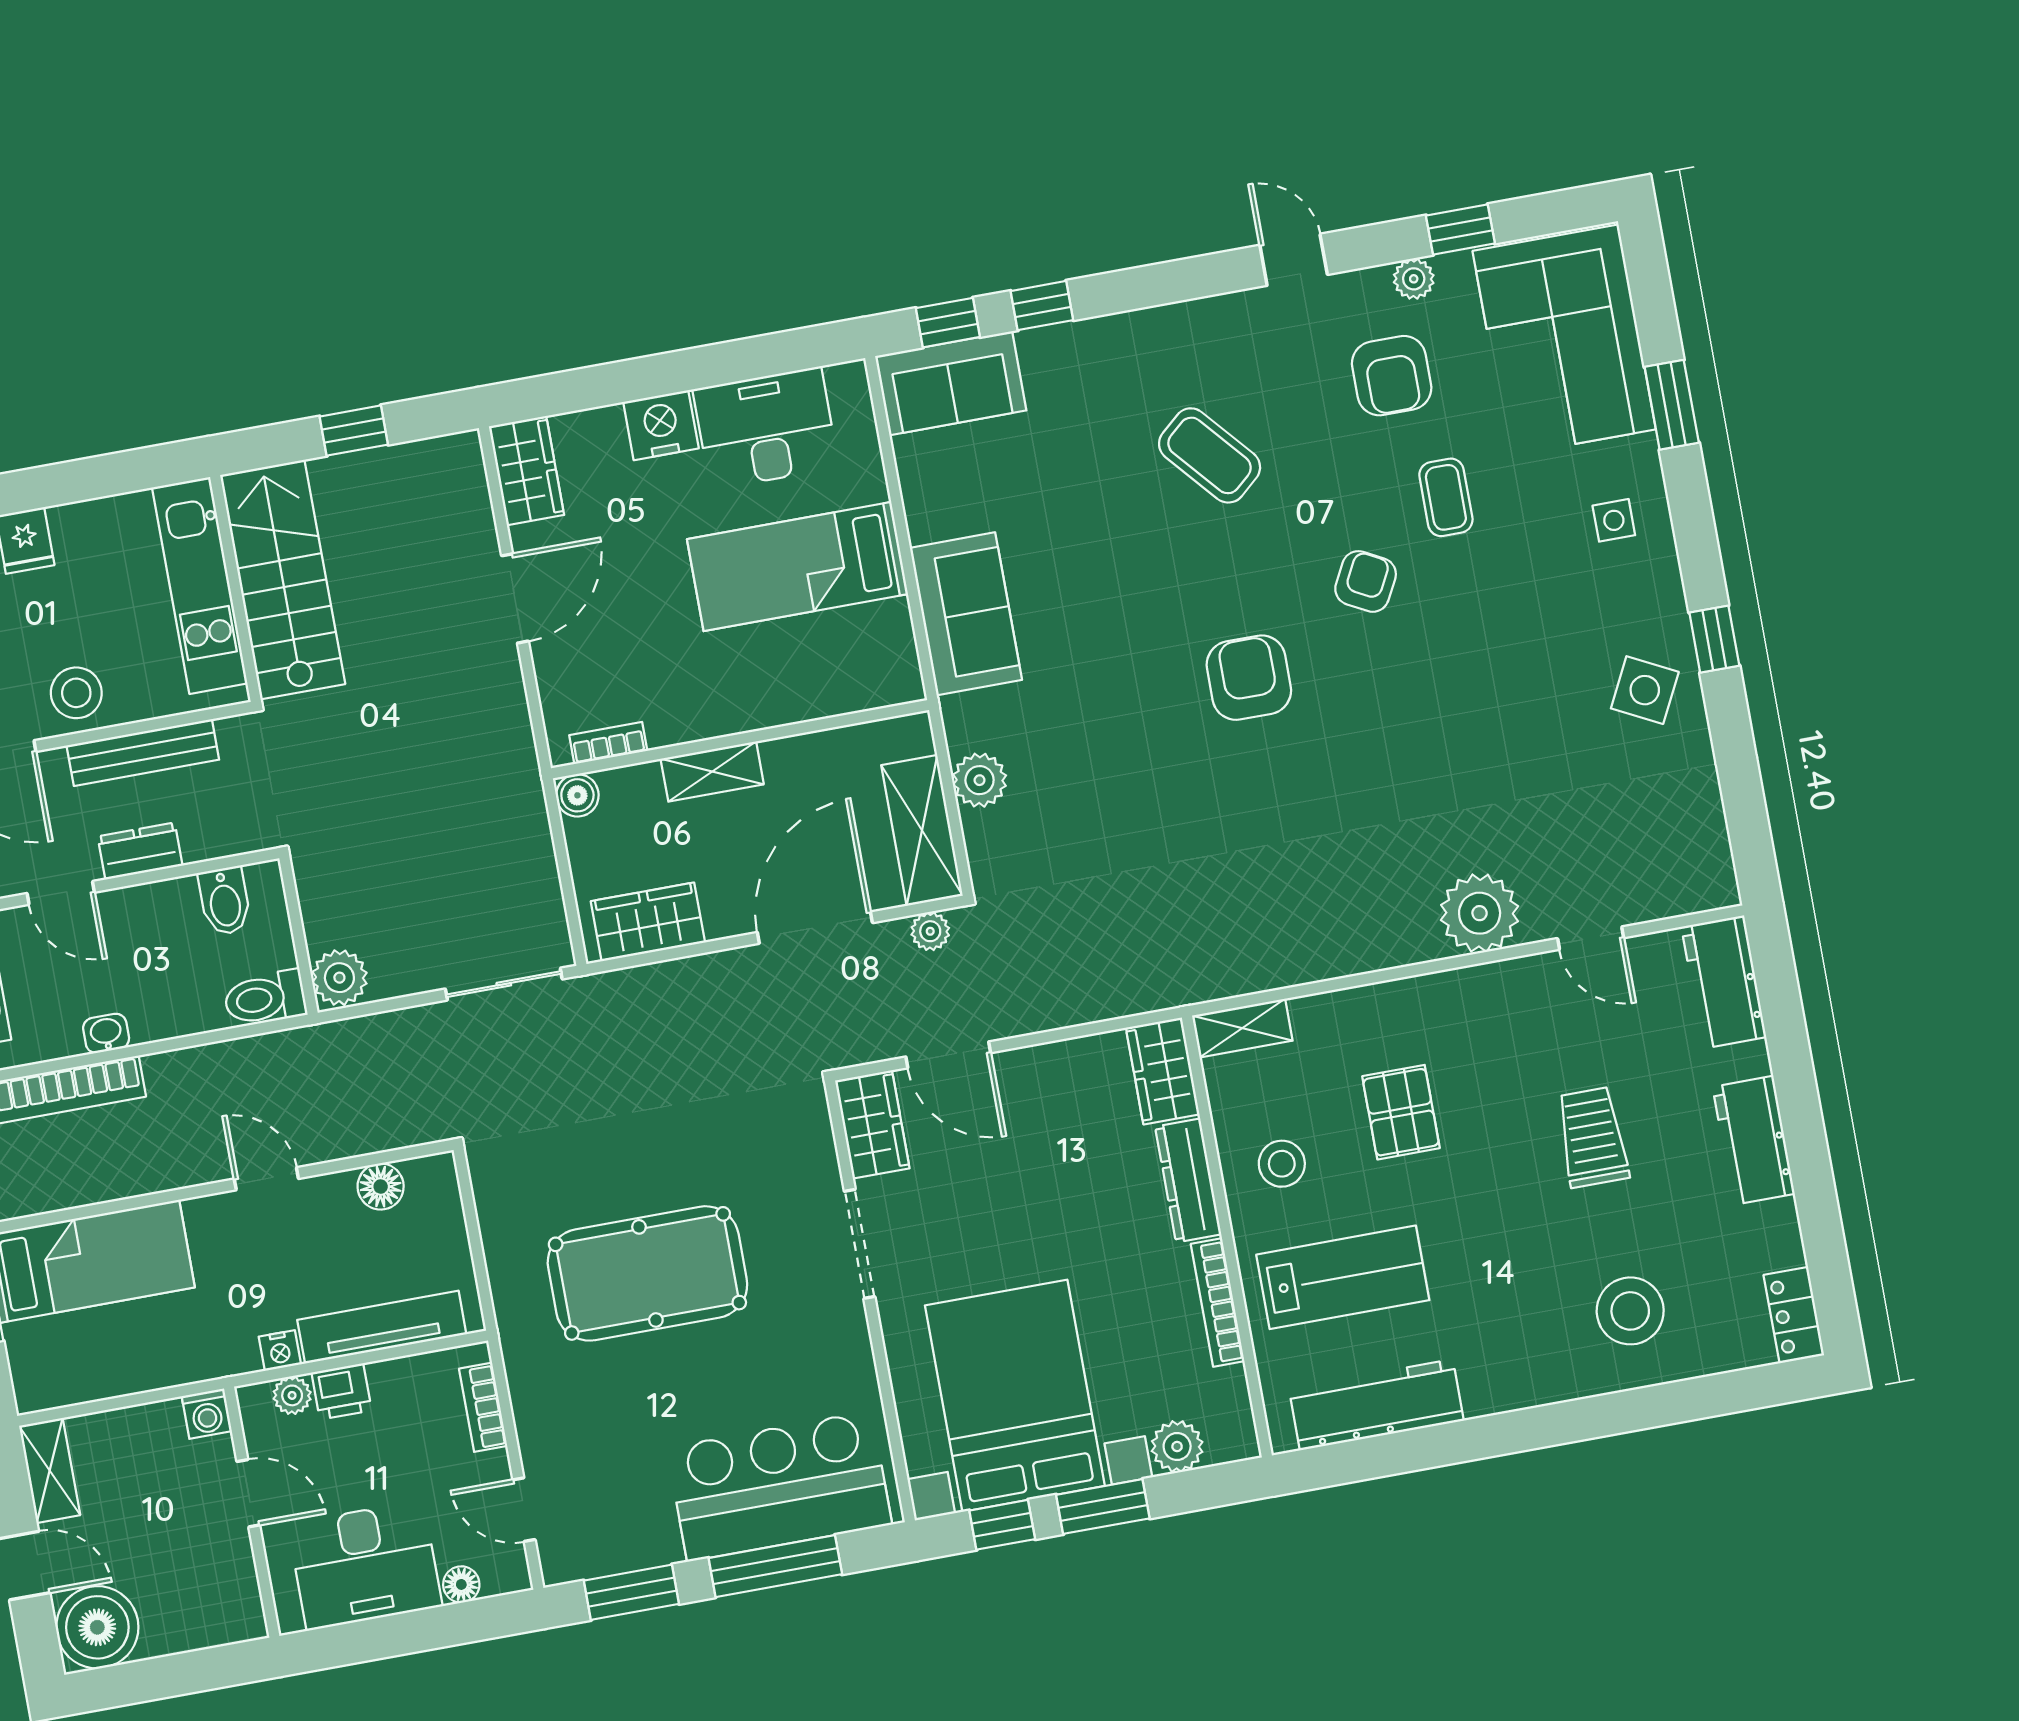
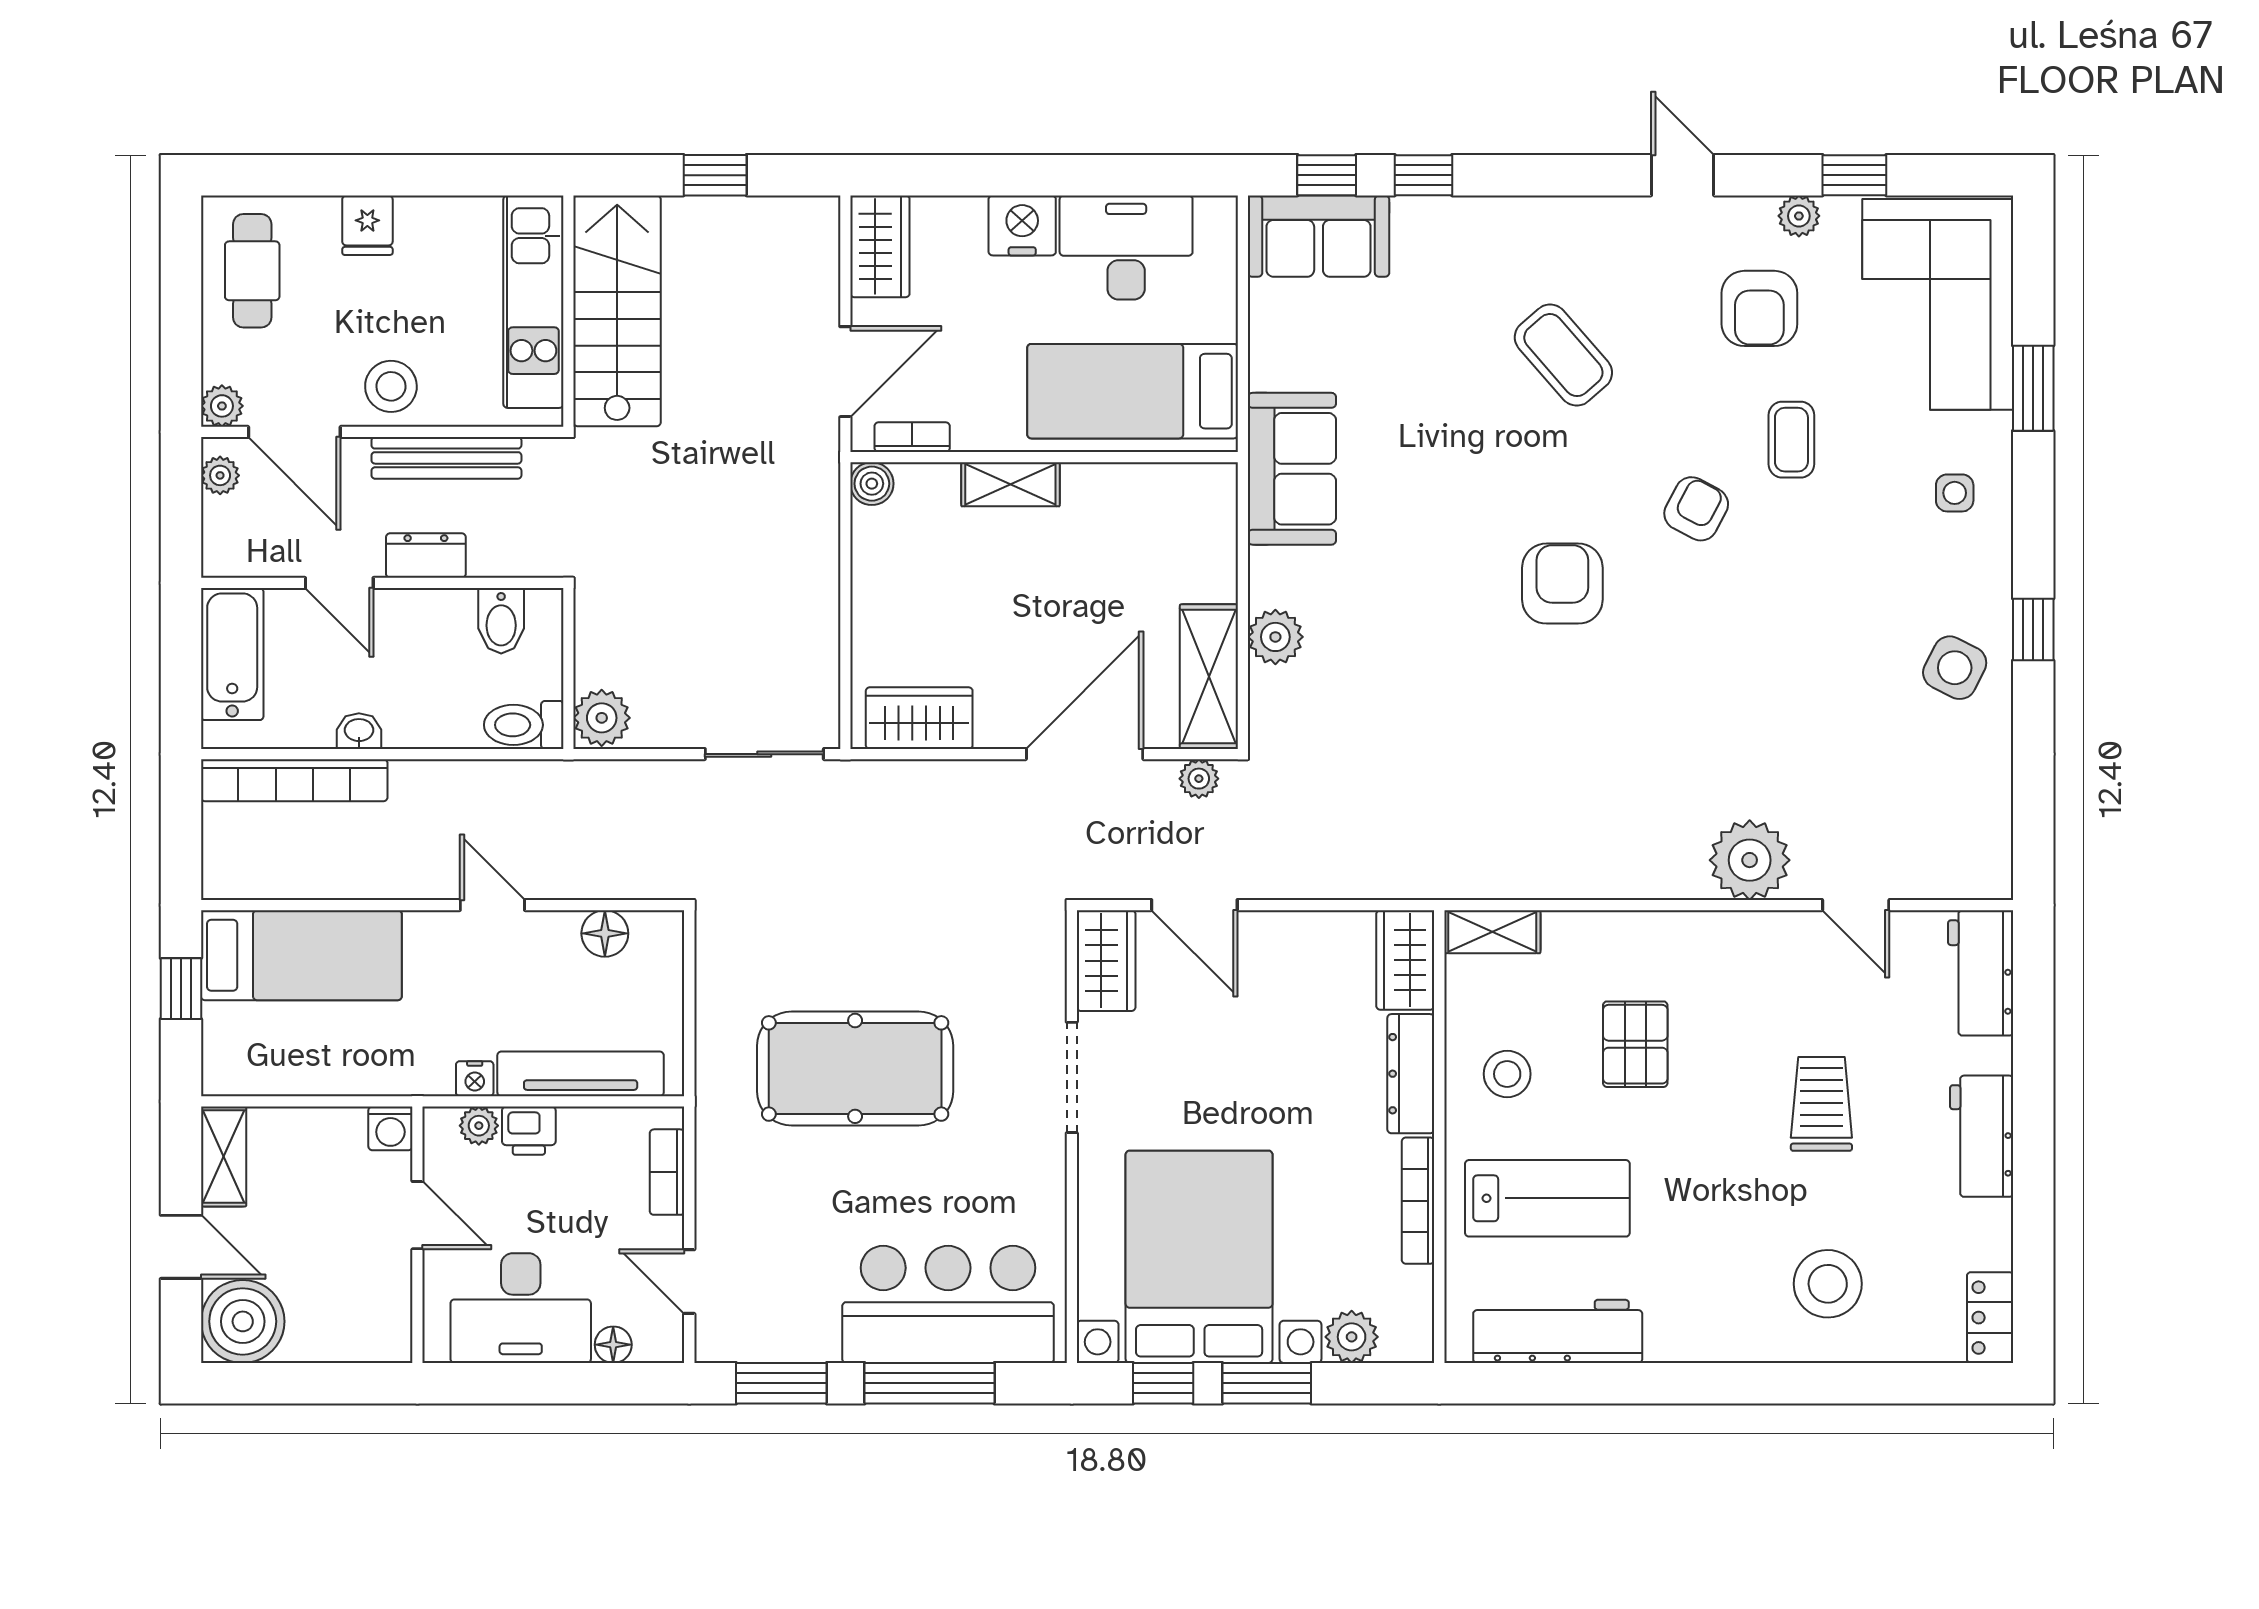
wall: (740, 739) -> (1044, 457), moved
bookcase: (608, 743) -> (912, 437), moved
shelving: (712, 771) -> (1010, 484), moved
boiler: (577, 795) -> (872, 484), moved

